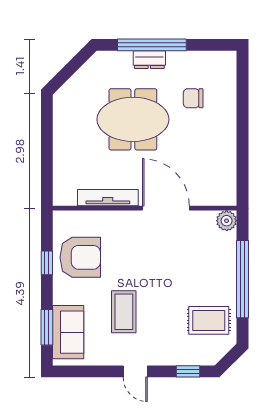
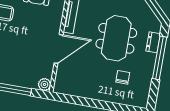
dresser: (149, 60) -> (153, 42), moved

